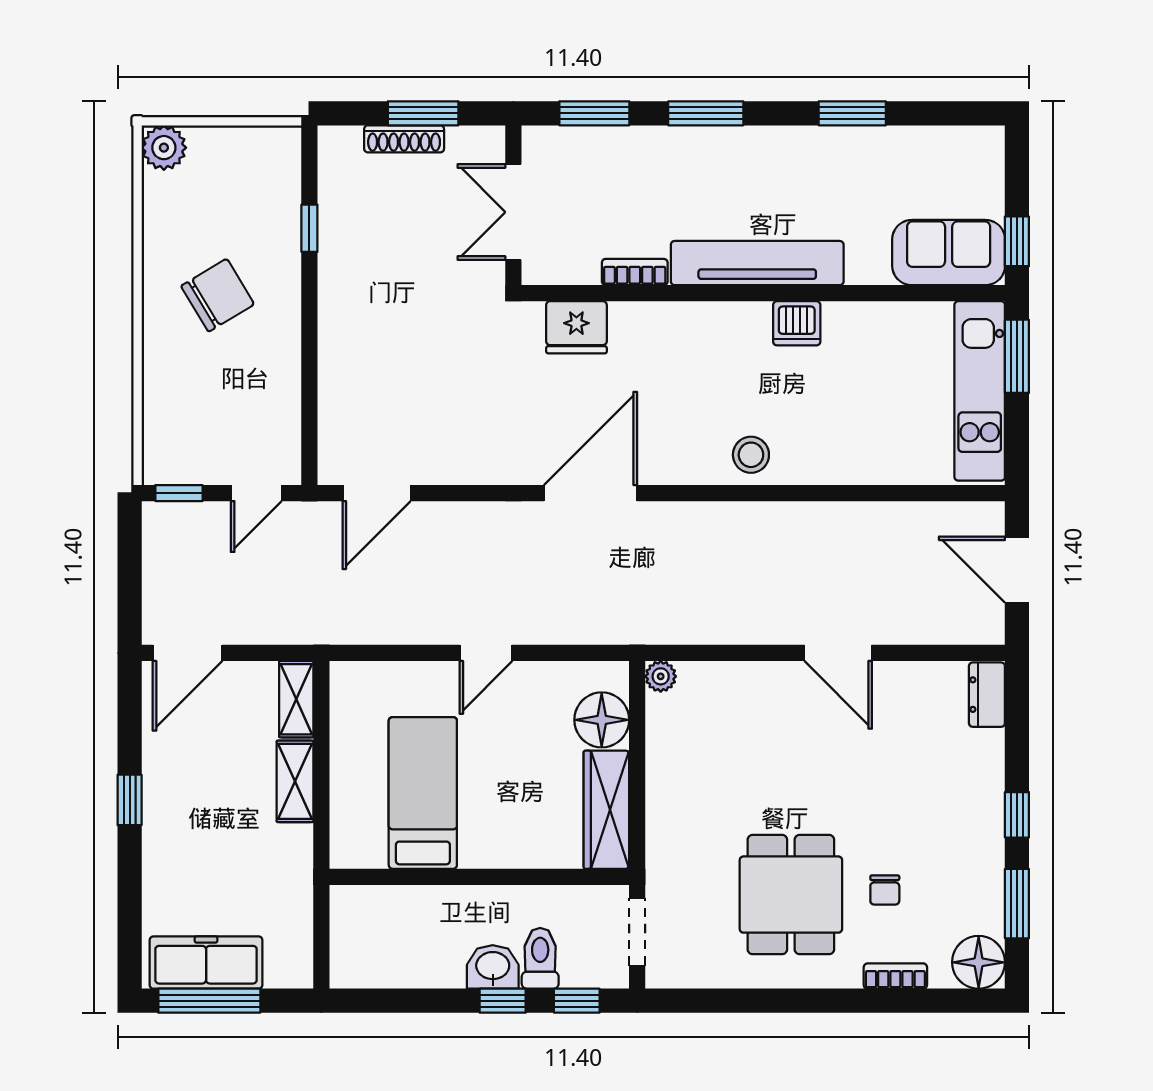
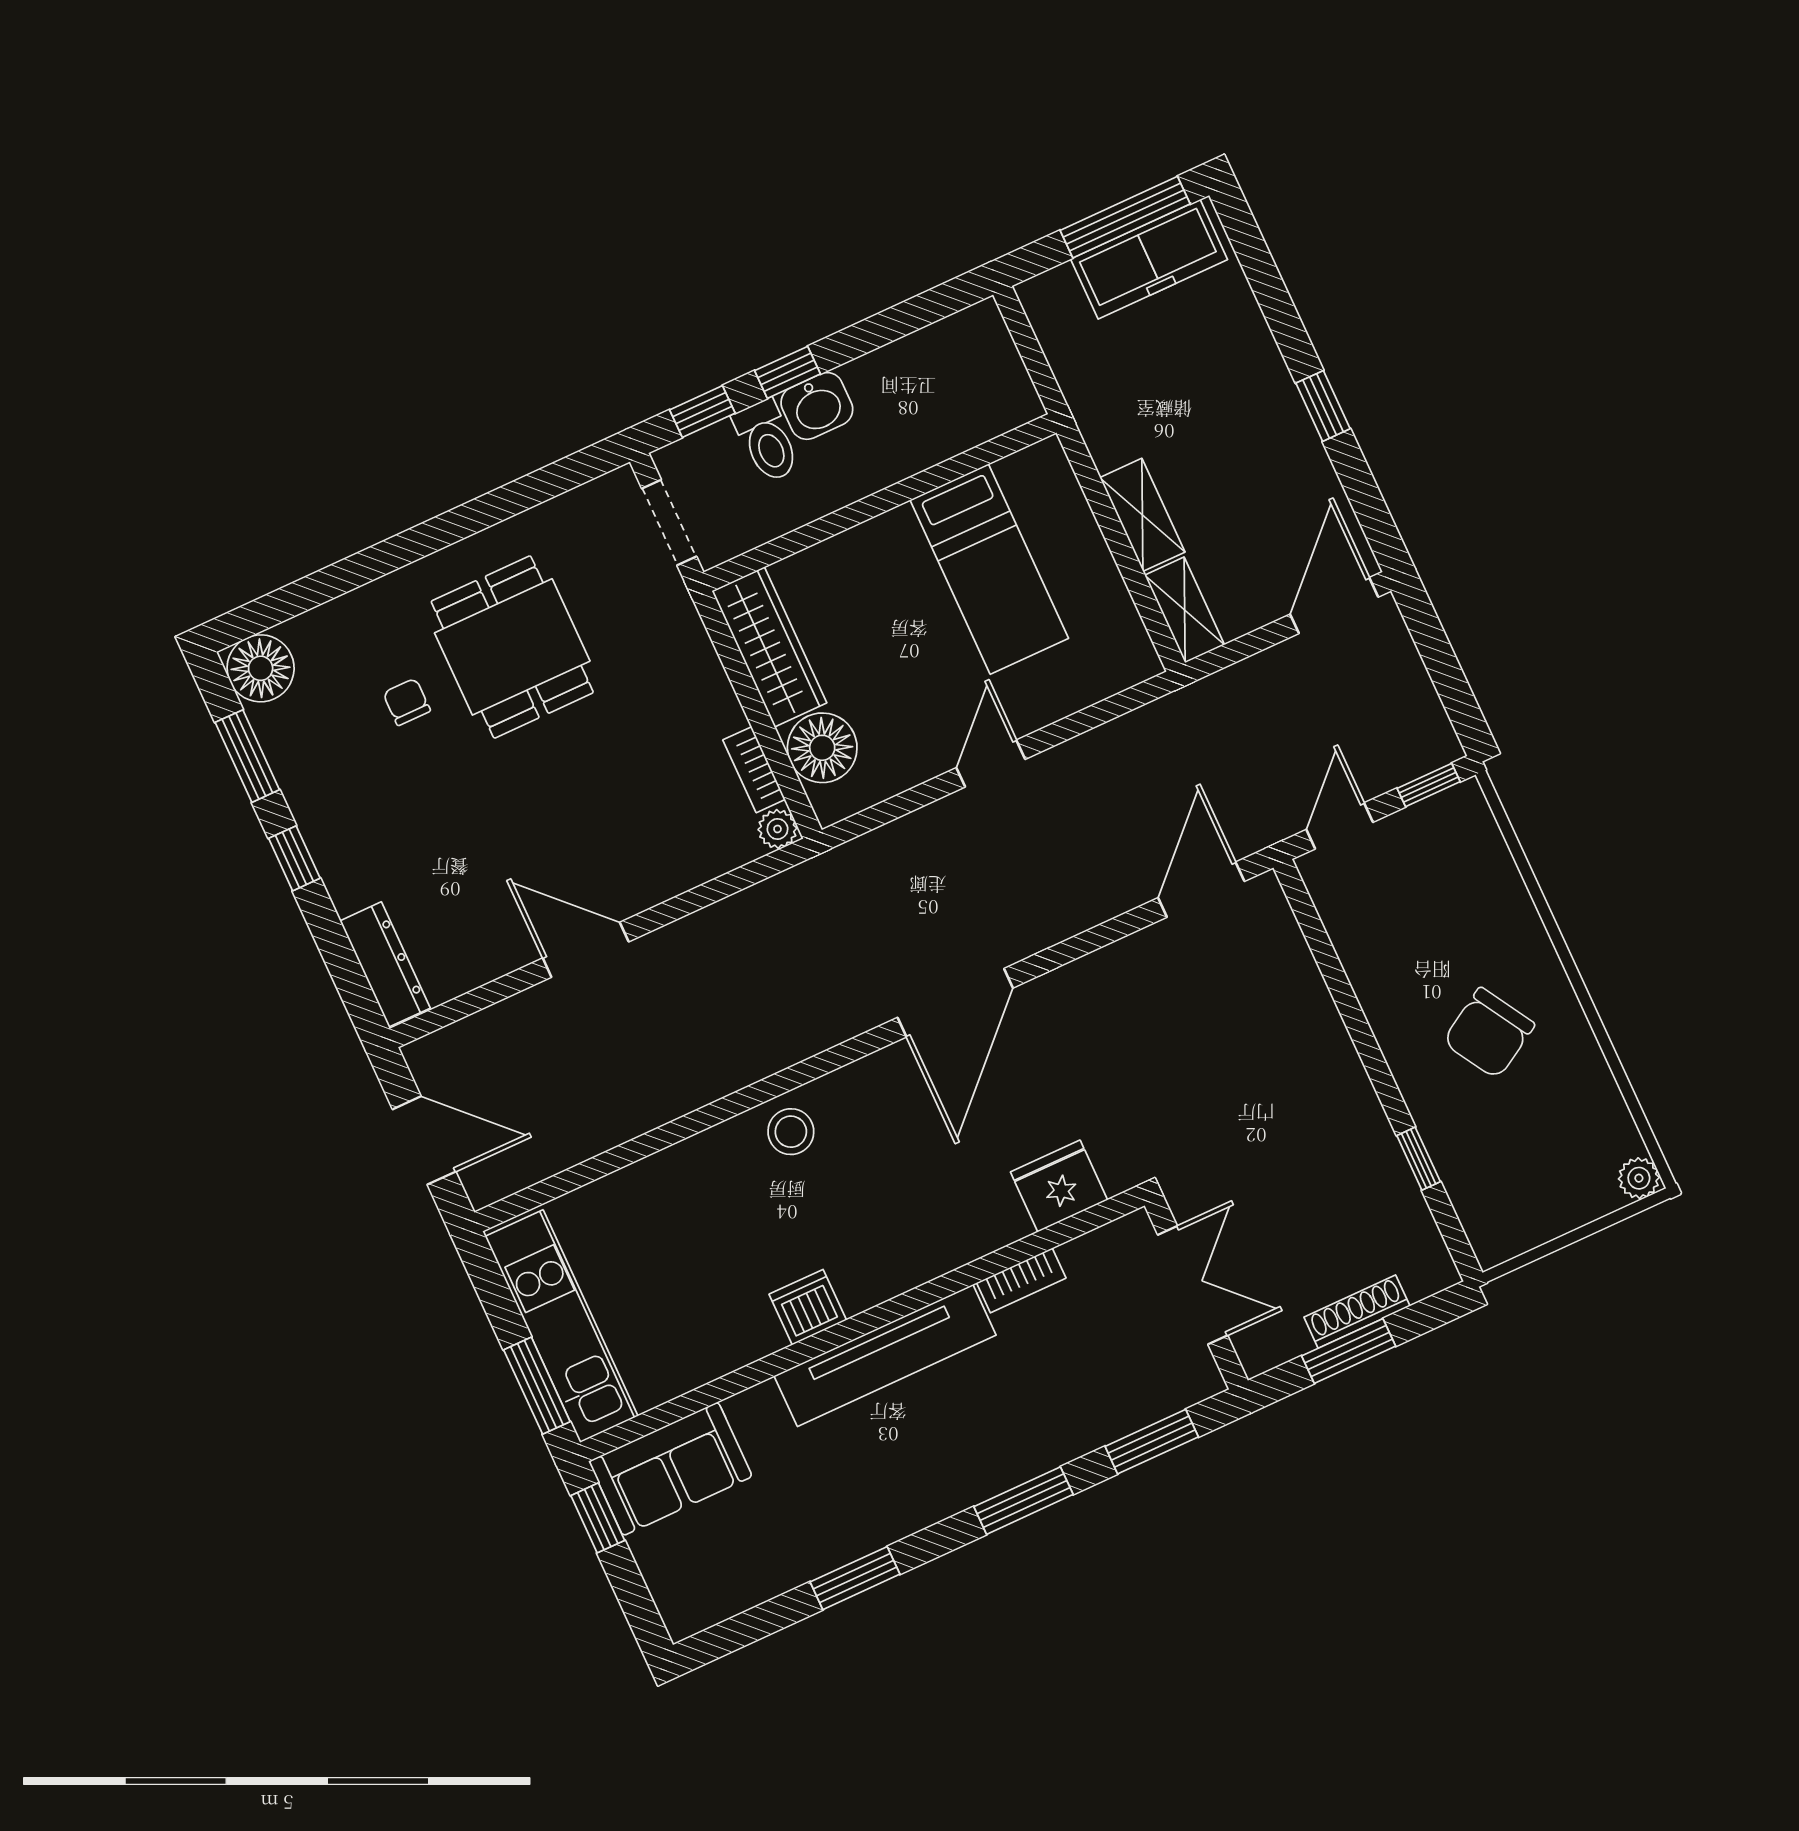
plant: (164, 148) -> (1639, 1178), width x0.73, depth x0.73
dresser: (987, 695) -> (385, 964), width x1.44
bookcase: (895, 976) -> (754, 770), moved, turned 90

